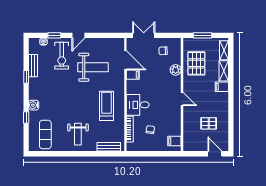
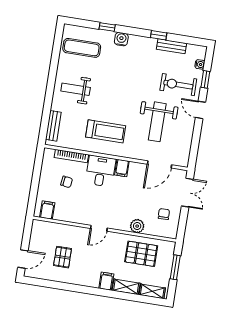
filing cabinet: (133, 75) -> (122, 168), moved

